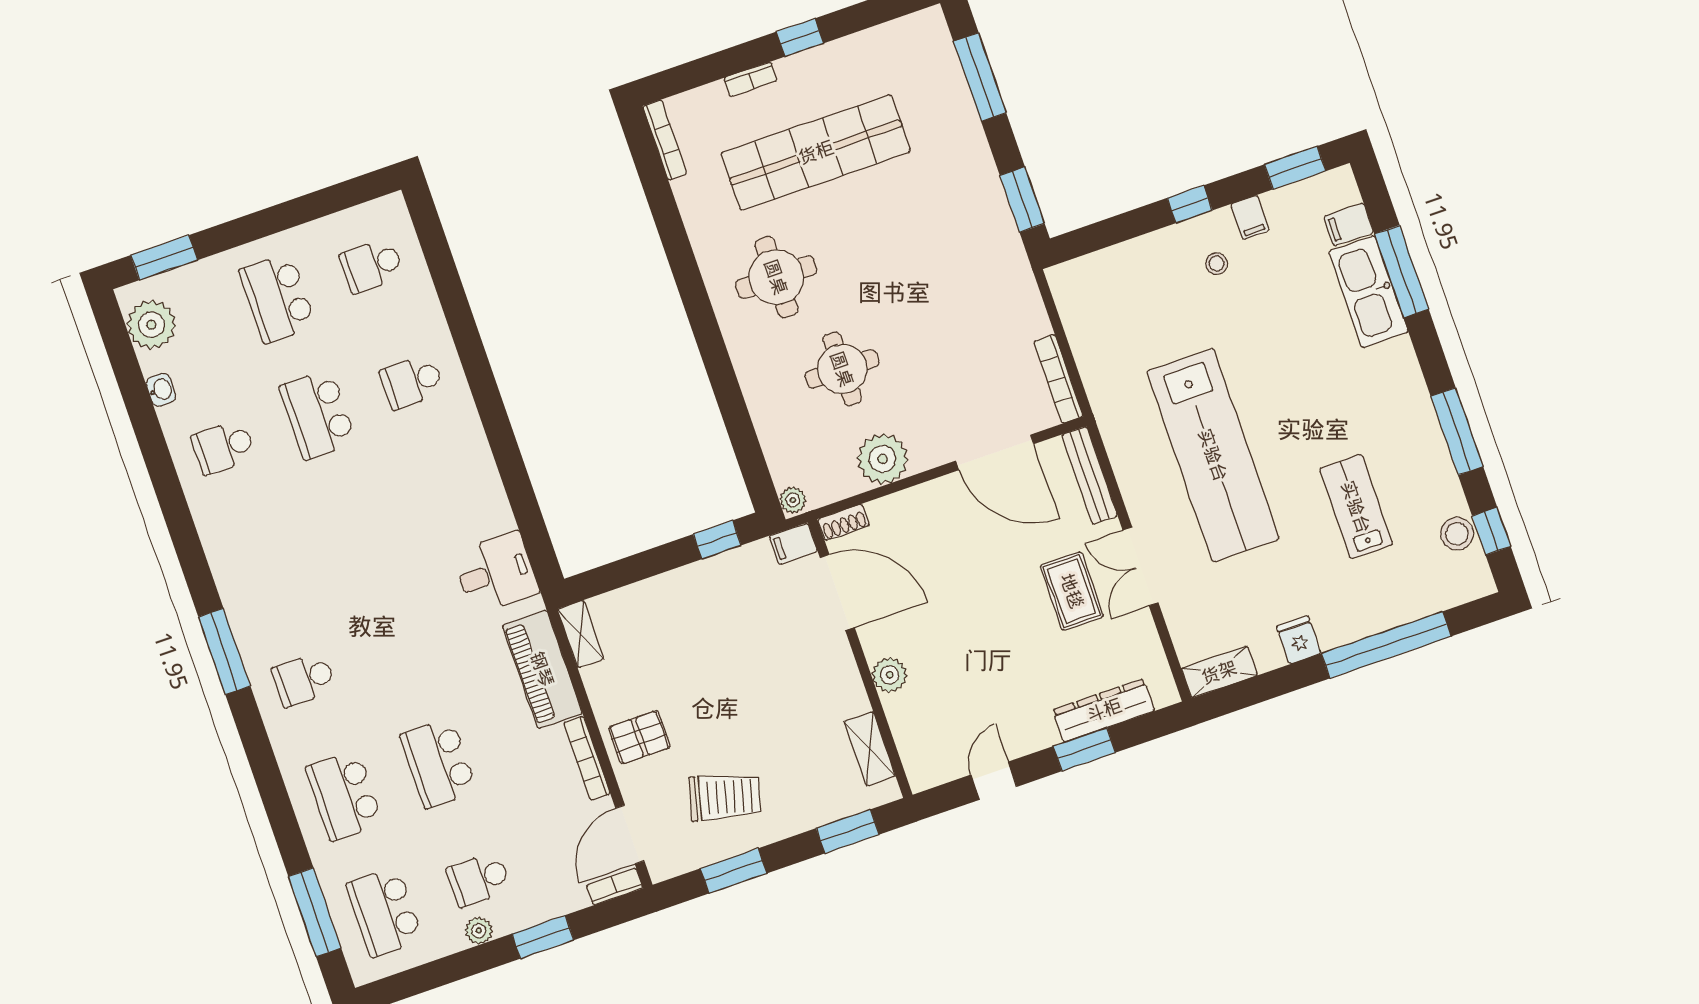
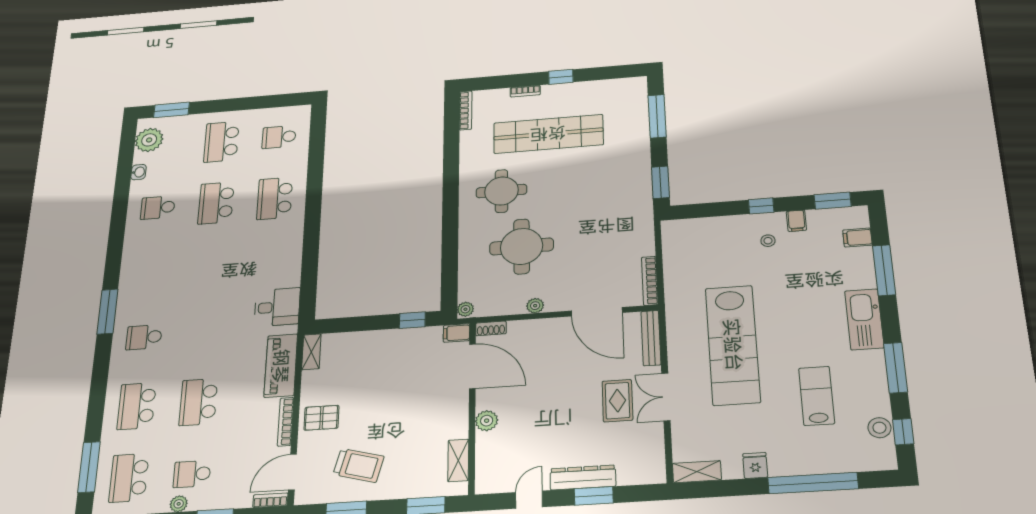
kitchen sink: (1368, 292) -> (864, 319), moved
round table: (842, 369) -> (522, 246), width x1.36, depth x1.36
school desk: (412, 382) -> (275, 198), width x1.85
plant: (883, 459) -> (535, 306), width x0.53, depth x0.53
dresser: (1104, 710) -> (583, 477), moved

